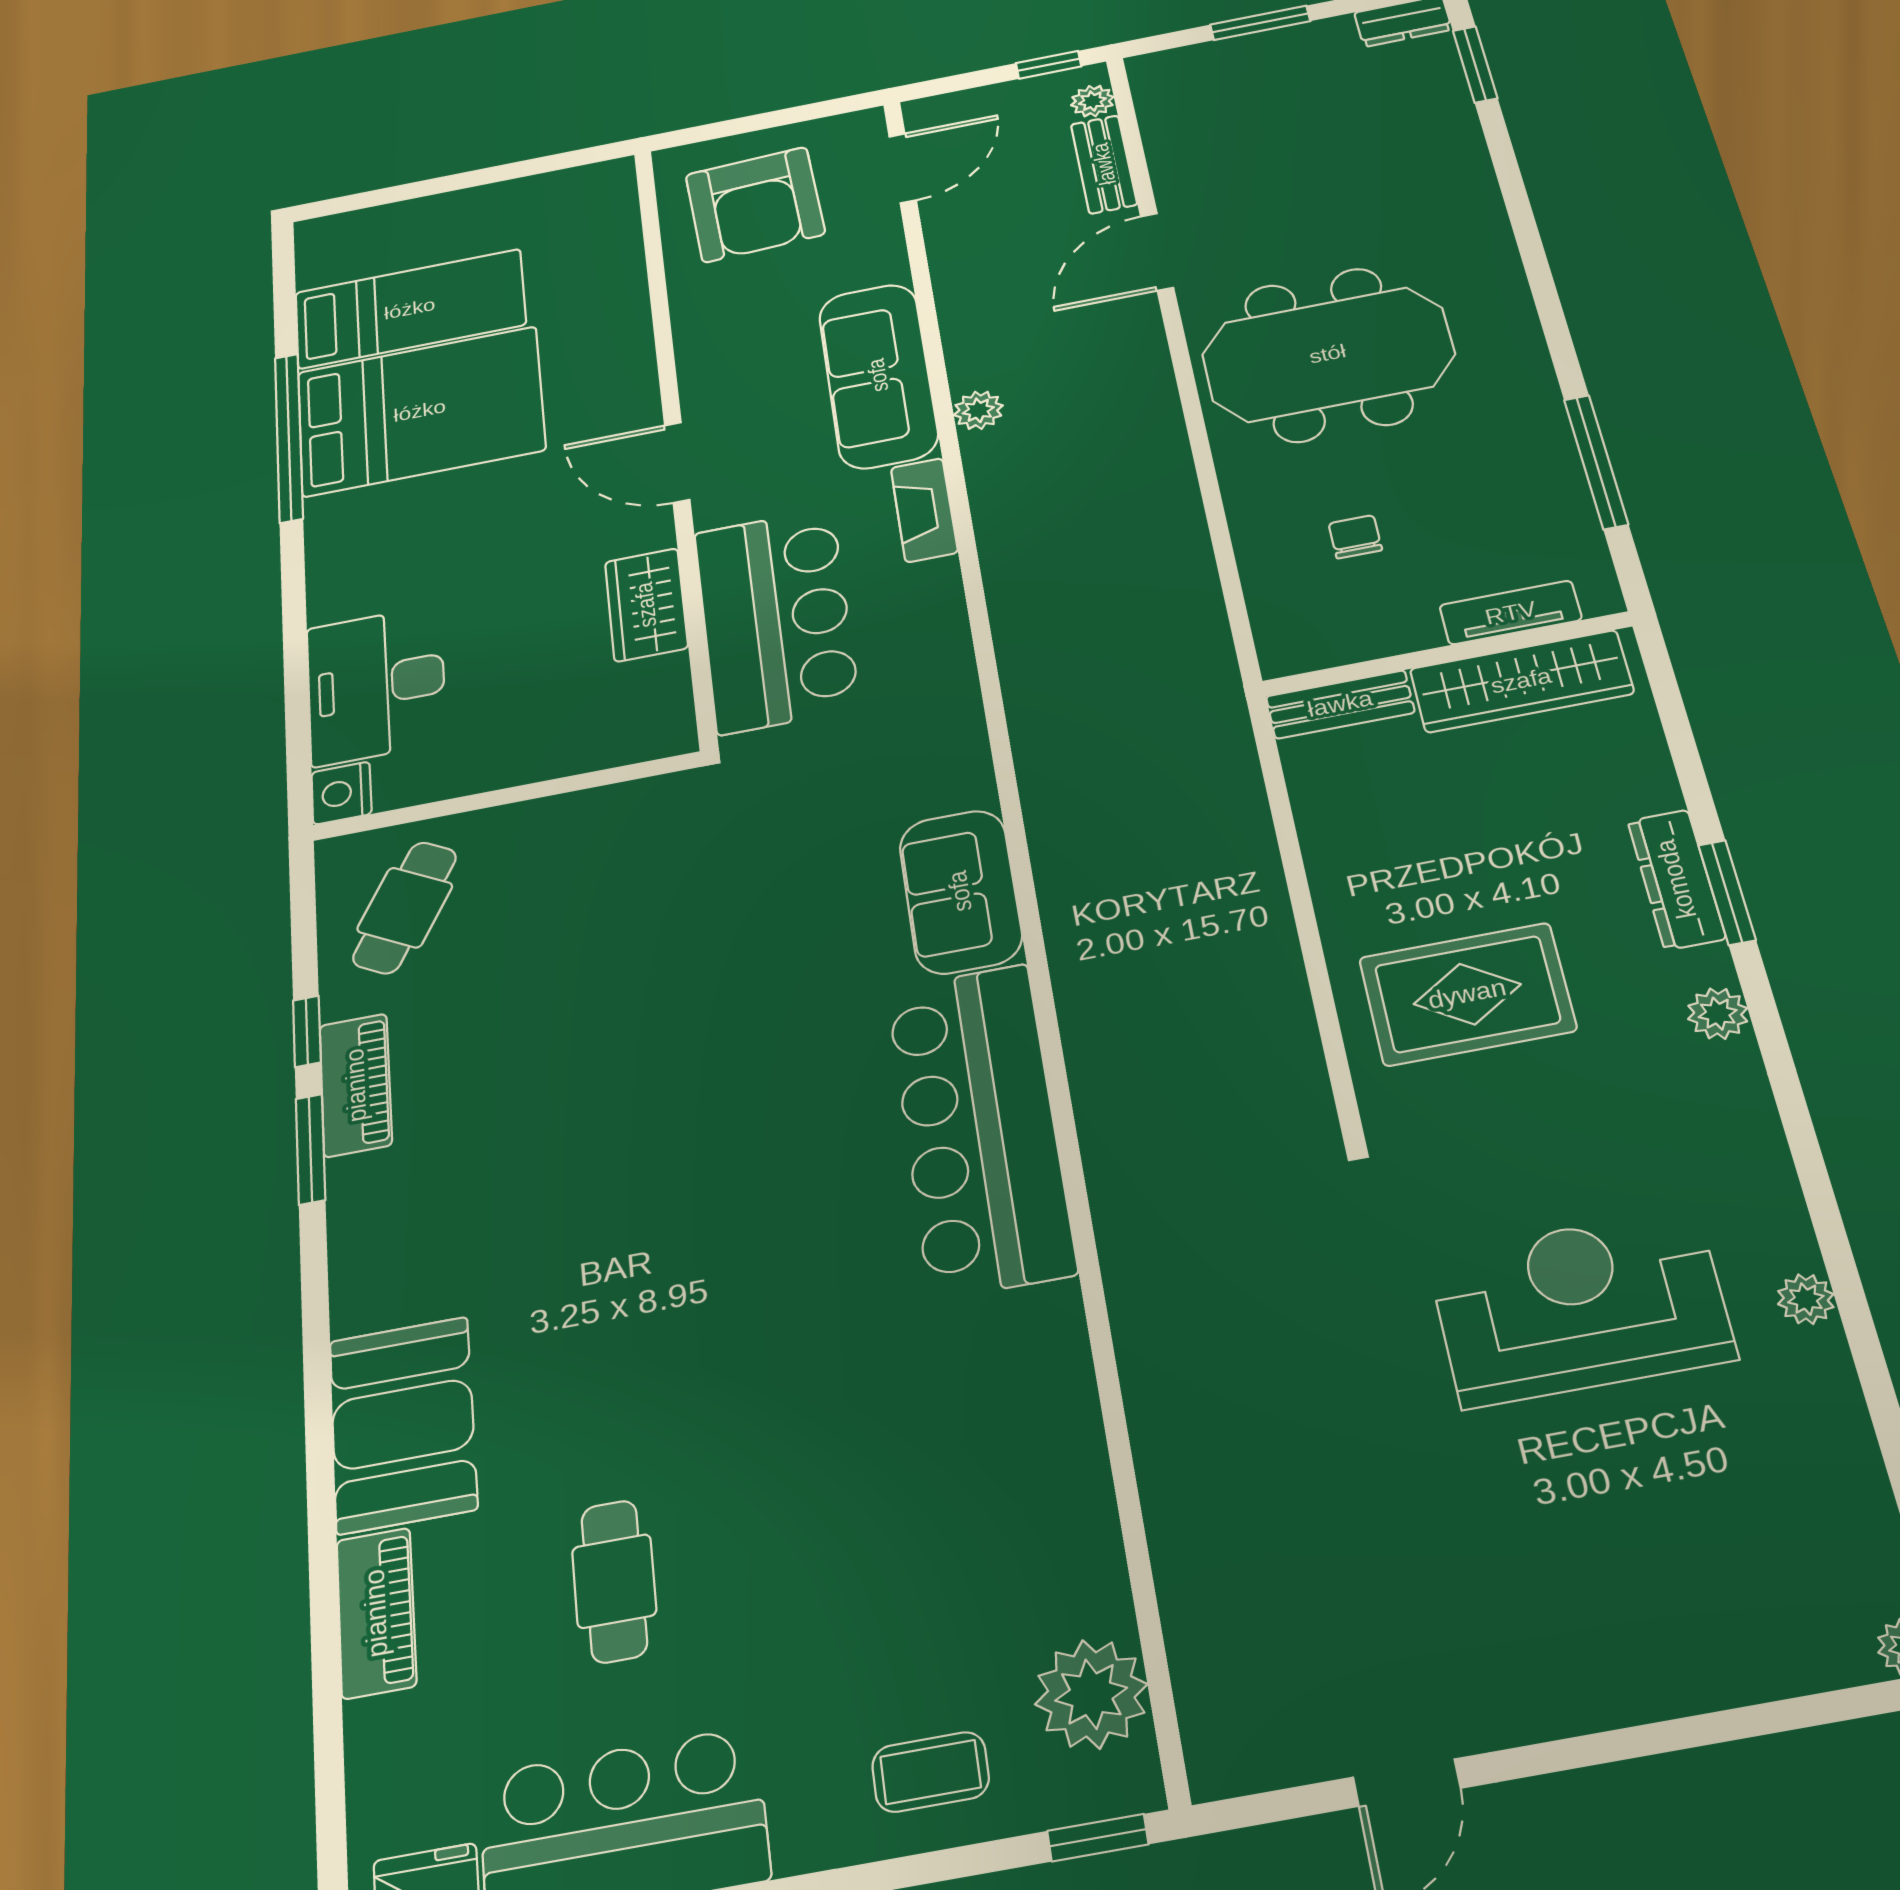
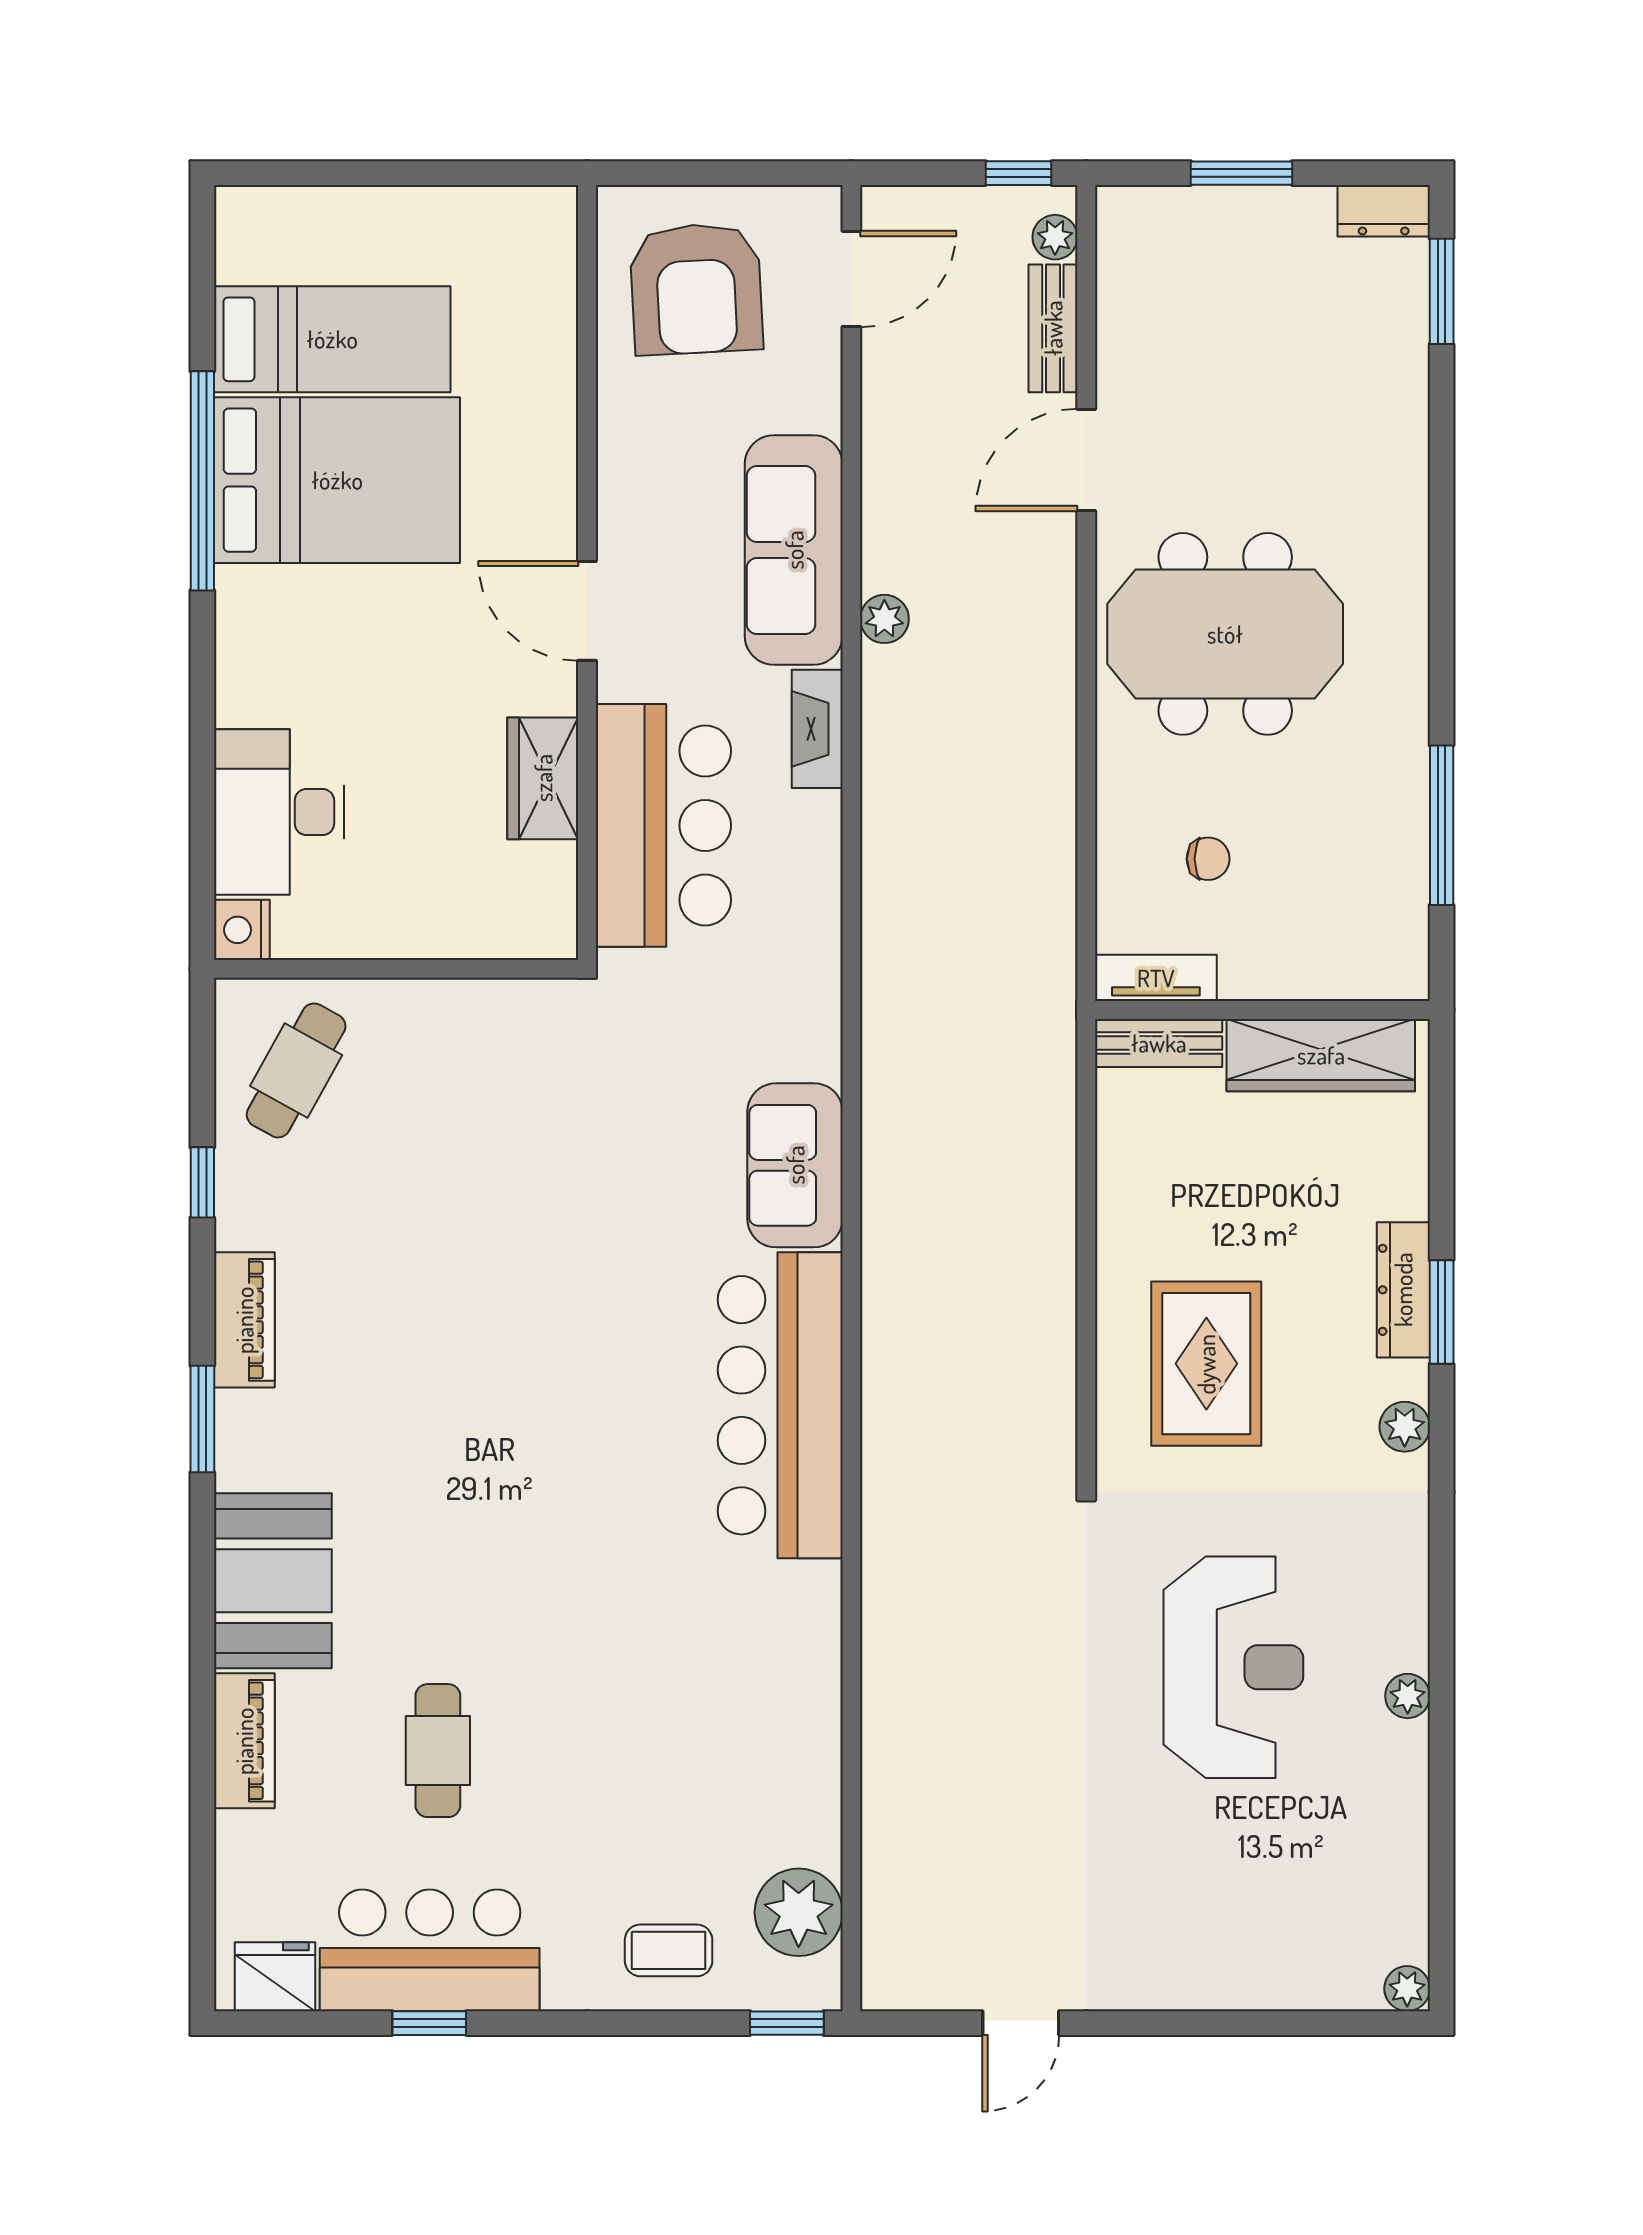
chair: (1355, 537) -> (1208, 859), turned 90
tv unit: (1511, 613) -> (1156, 978), moved
rug: (1467, 994) -> (1206, 1364), turned 90
piano: (356, 1085) -> (244, 1320), moved
window: (310, 1149) -> (202, 1419), moved
reception desk: (1580, 1307) -> (1233, 1667), turned 90

